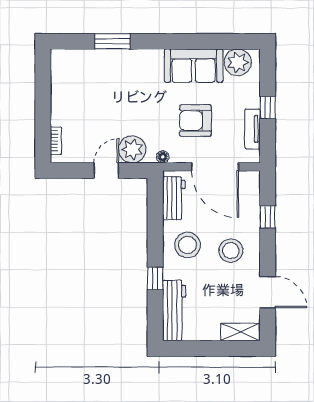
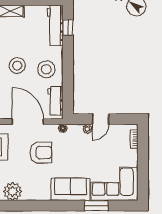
sofa: (194, 66) -> (71, 189), moved
corner sofa: (86, 74) -> (114, 184), added
plant: (132, 149) -> (87, 129), width x0.53, depth x0.53
window: (155, 278) -> (68, 27), moved

